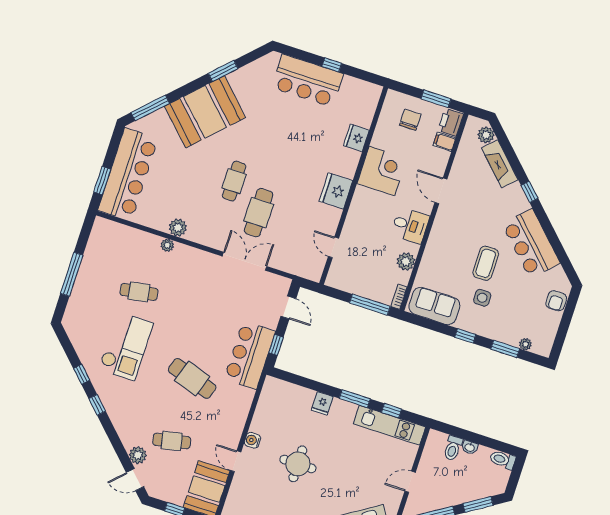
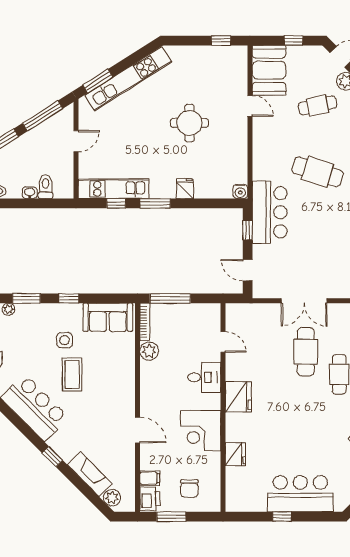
desk: (410, 225) -> (204, 377), moved, turned 180
bookcase: (399, 297) -> (145, 322), width x1.56
water cooler: (252, 440) -> (240, 191), moved, turned 90

